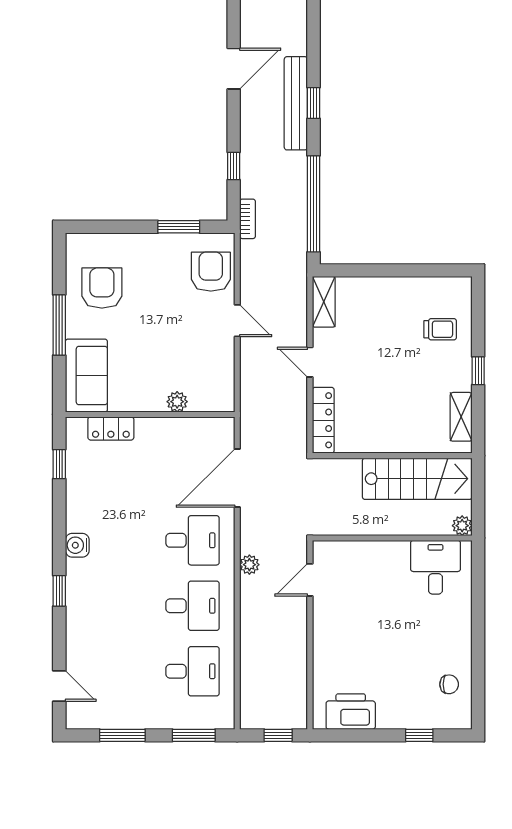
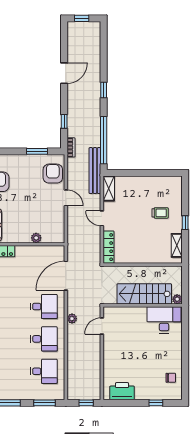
bench: (296, 103) -> (95, 171), moved
trolley: (440, 329) -> (160, 213), moved
stairs: (417, 479) -> (144, 294), moved, turned 180
desk: (435, 567) -> (164, 320), width x1.37

